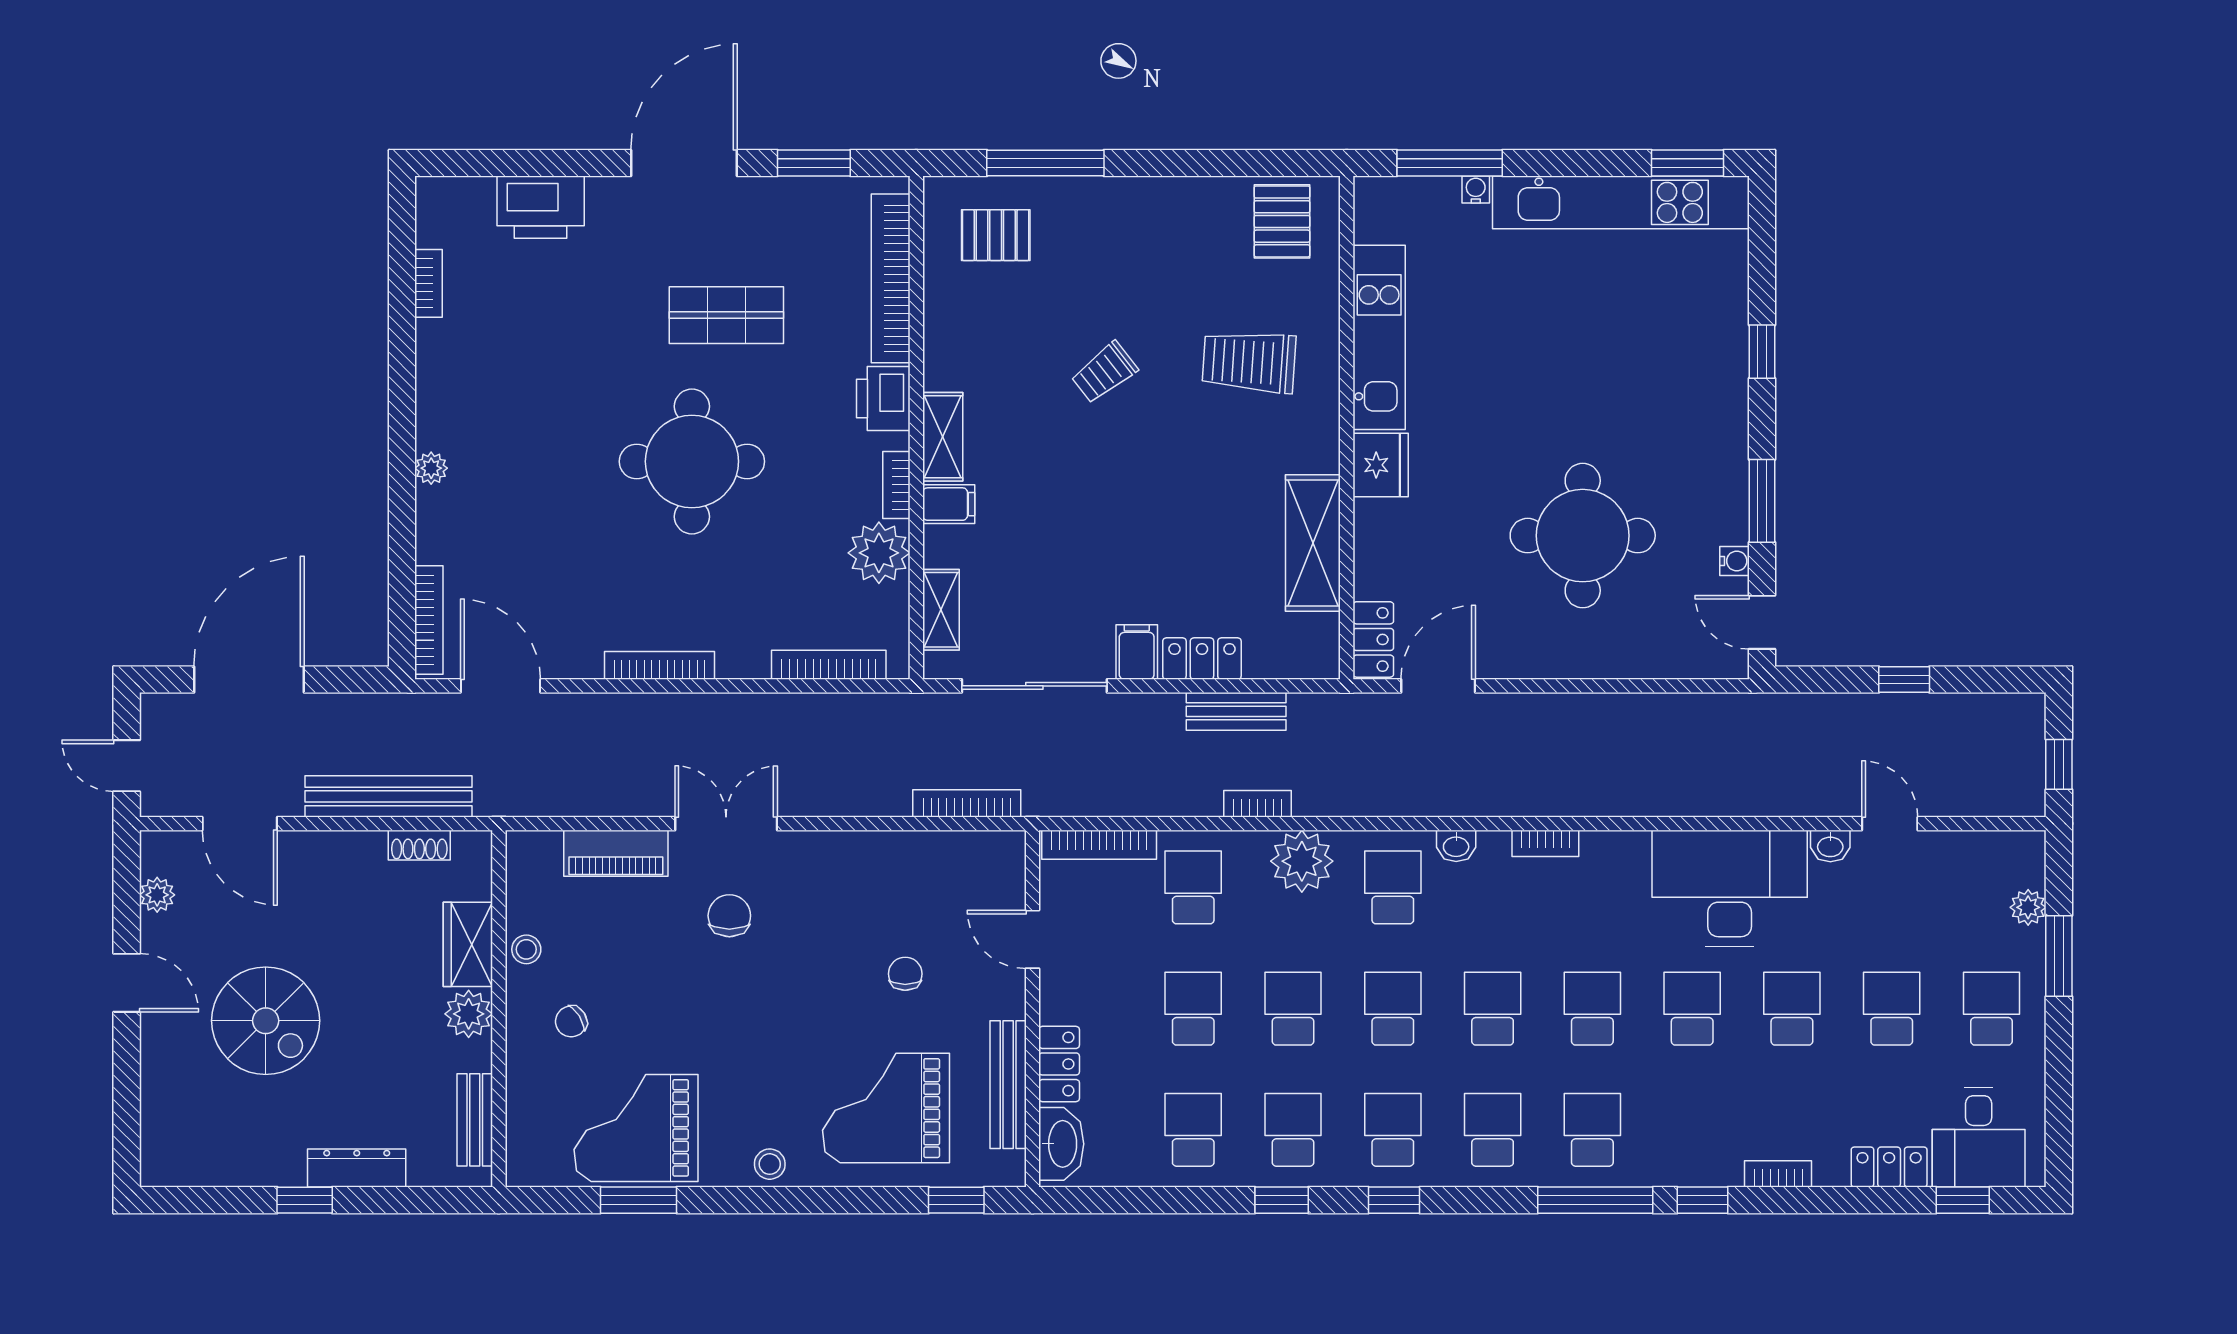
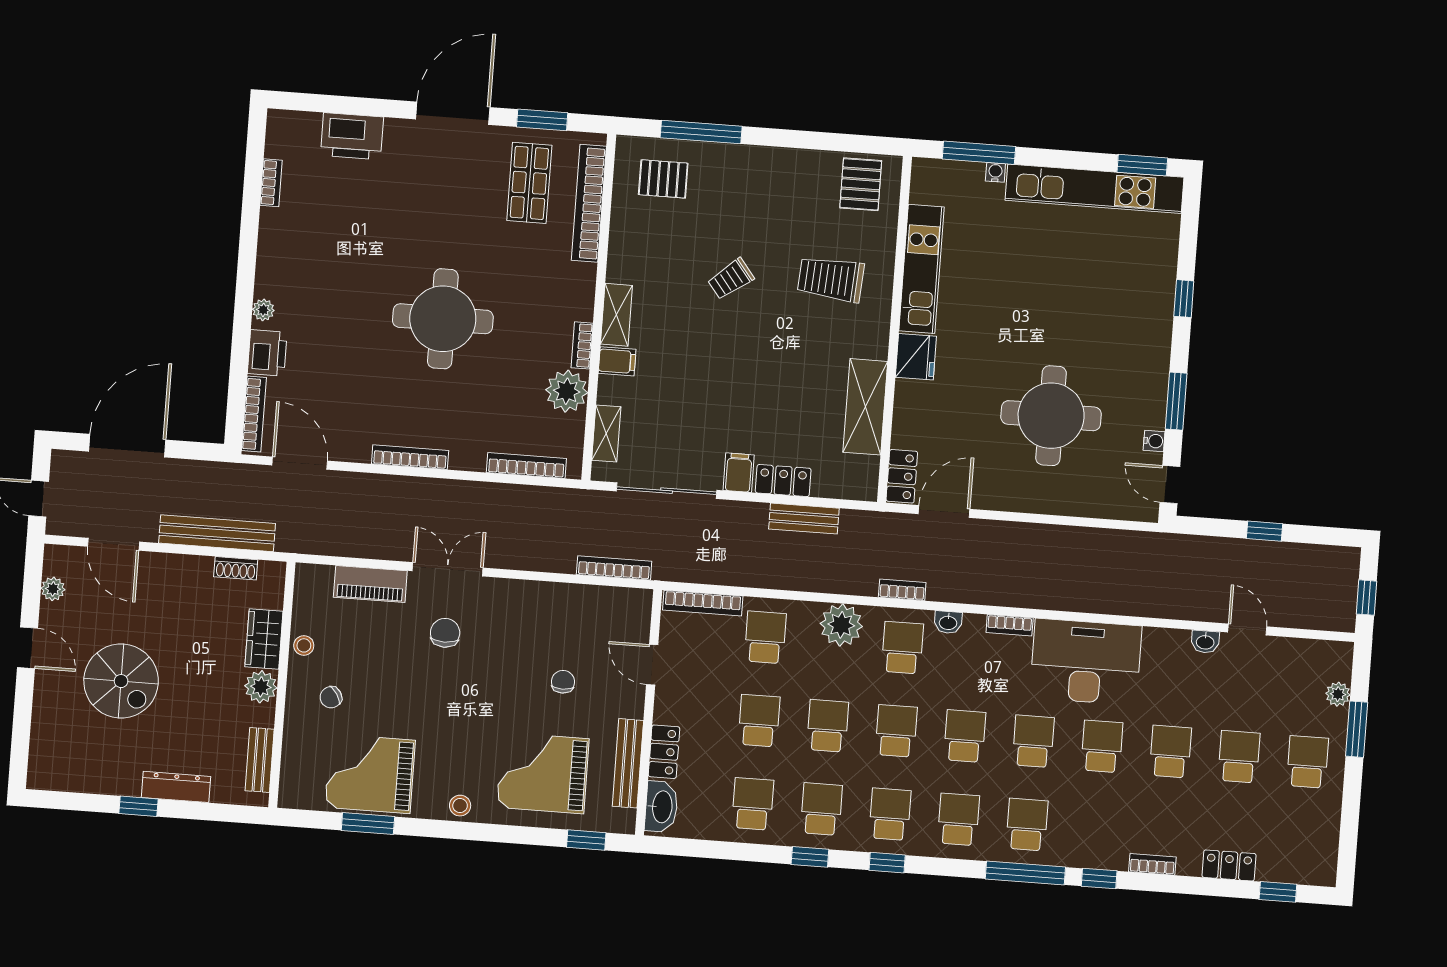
shop shelf: (726, 315) -> (529, 183), moved, turned 90
printer: (883, 399) -> (267, 353), moved, turned 180
bookcase: (1258, 804) -> (902, 590), moved
desk: (1730, 888) -> (1086, 662), moved
desk: (1979, 1137) -> (1292, 850), removed

